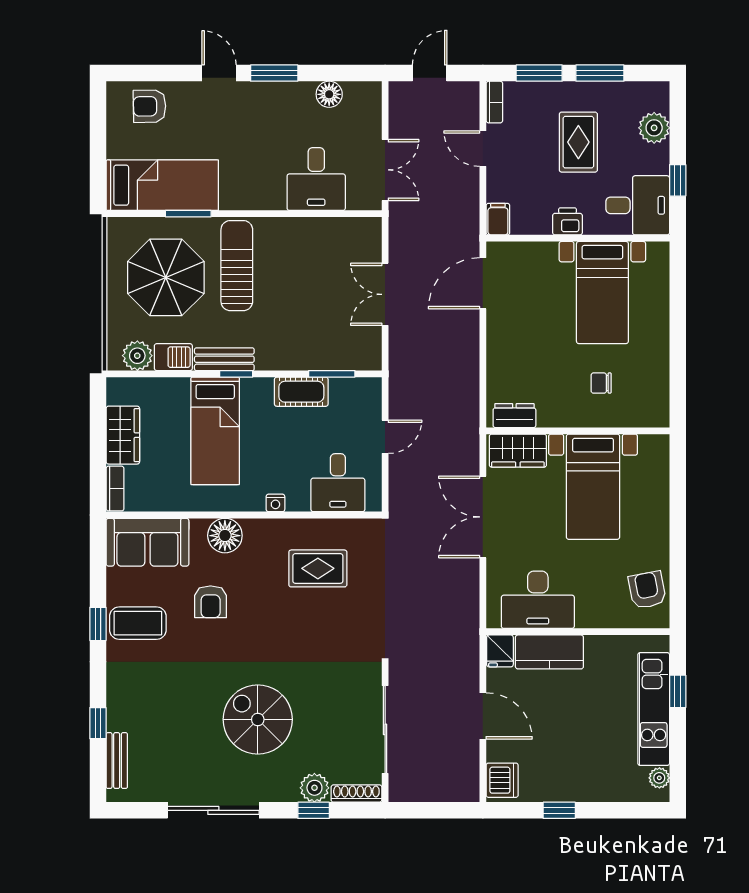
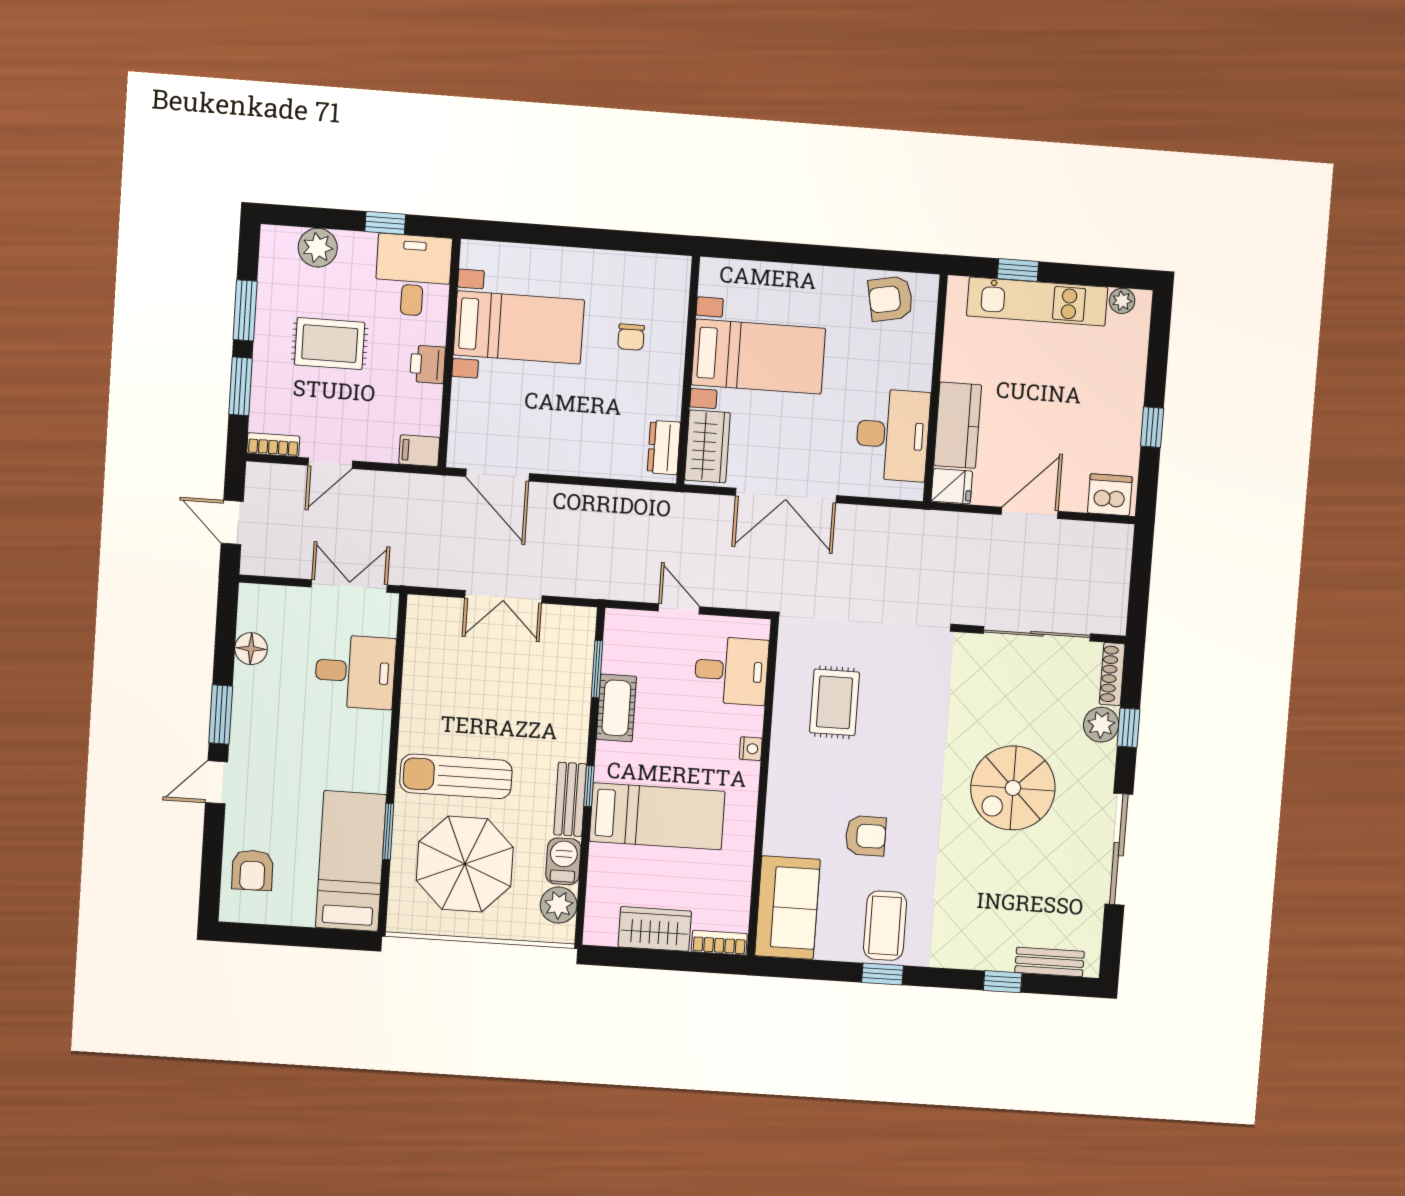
floor lamp: (225, 536) -> (786, 813), removed

